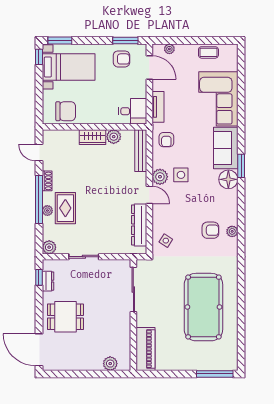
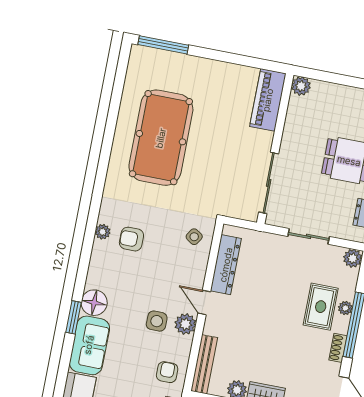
sliding door: (133, 290) -> (269, 183), moved
wall: (133, 315) -> (275, 149), moved
piano: (145, 349) -> (268, 100), moved

